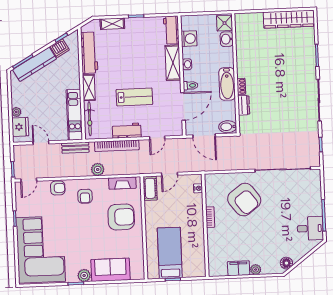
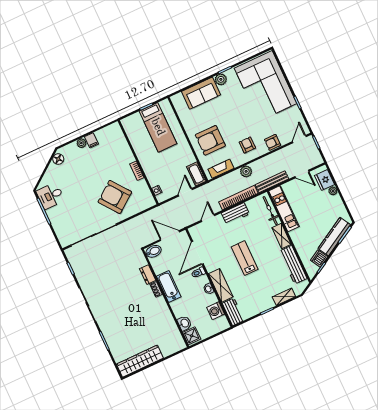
lab bench: (134, 97) -> (245, 258), moved, turned 90
bench: (75, 148) -> (272, 182), width x1.36
filing cabinet: (239, 268) -> (92, 140), width x0.50

